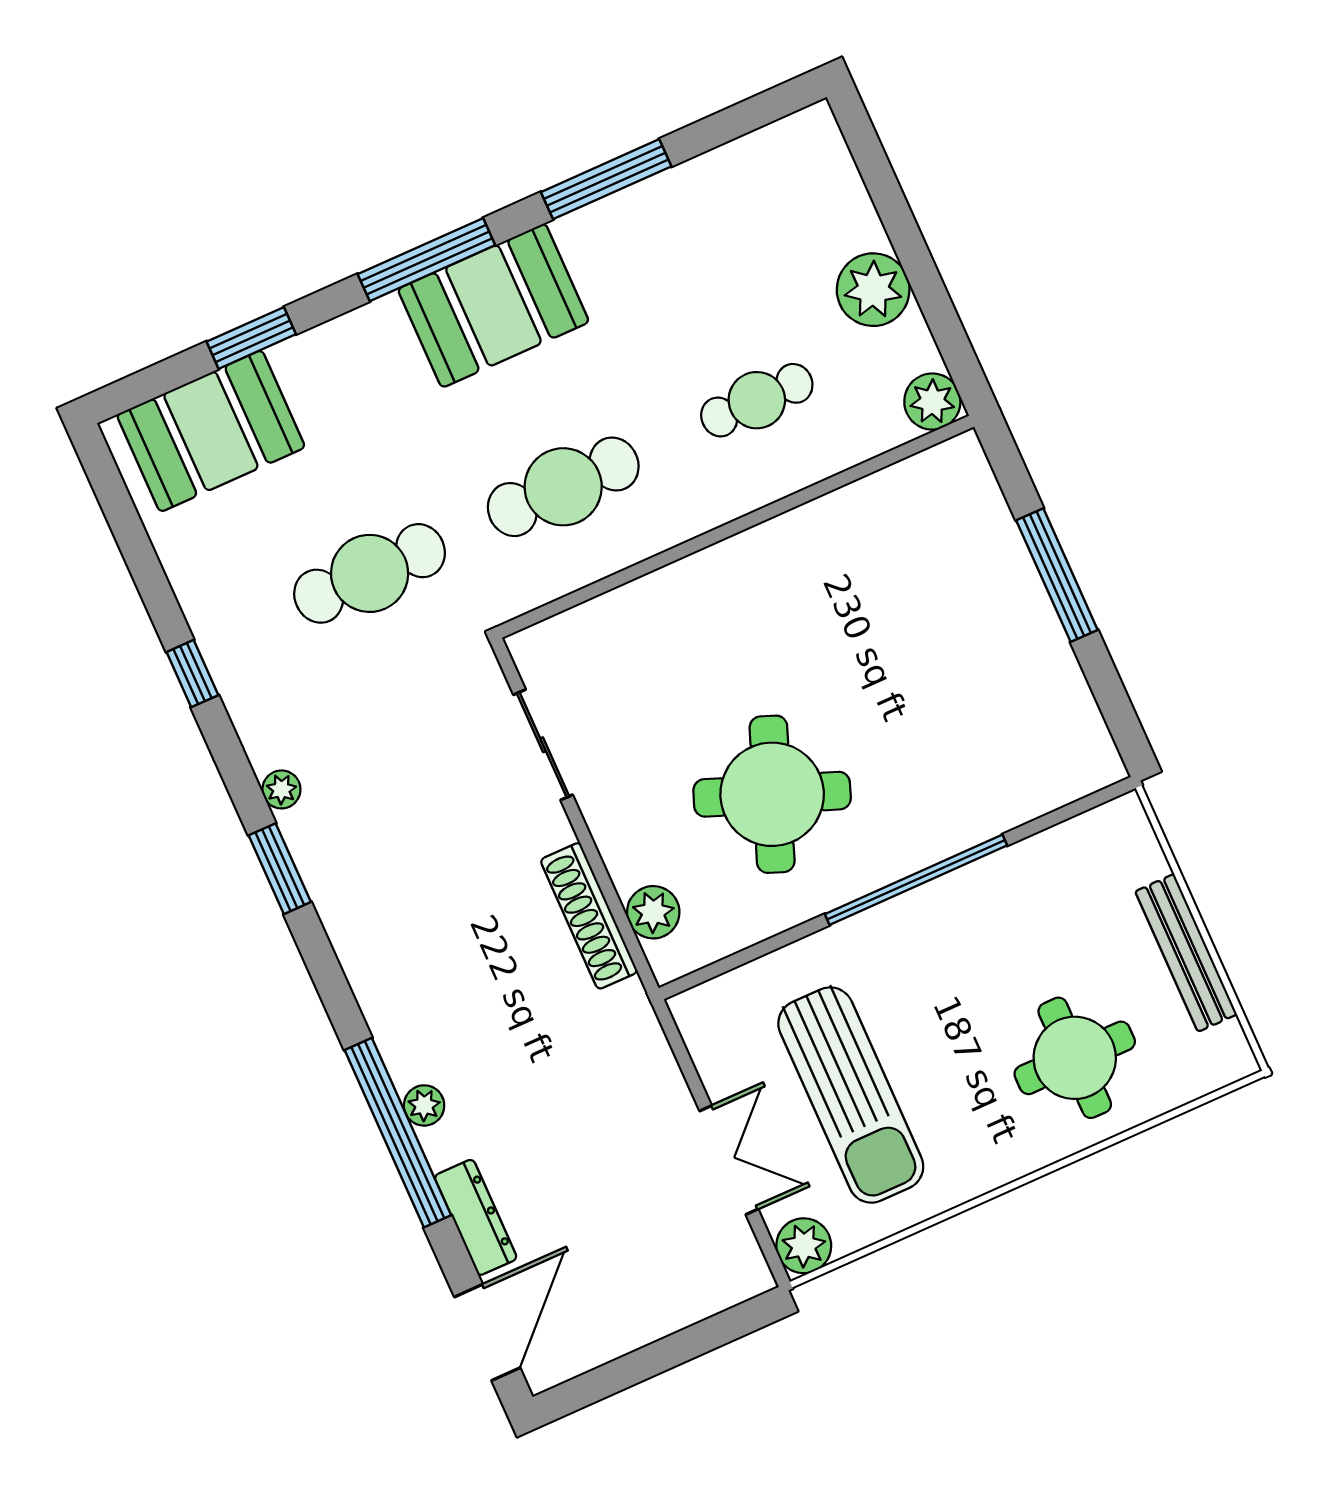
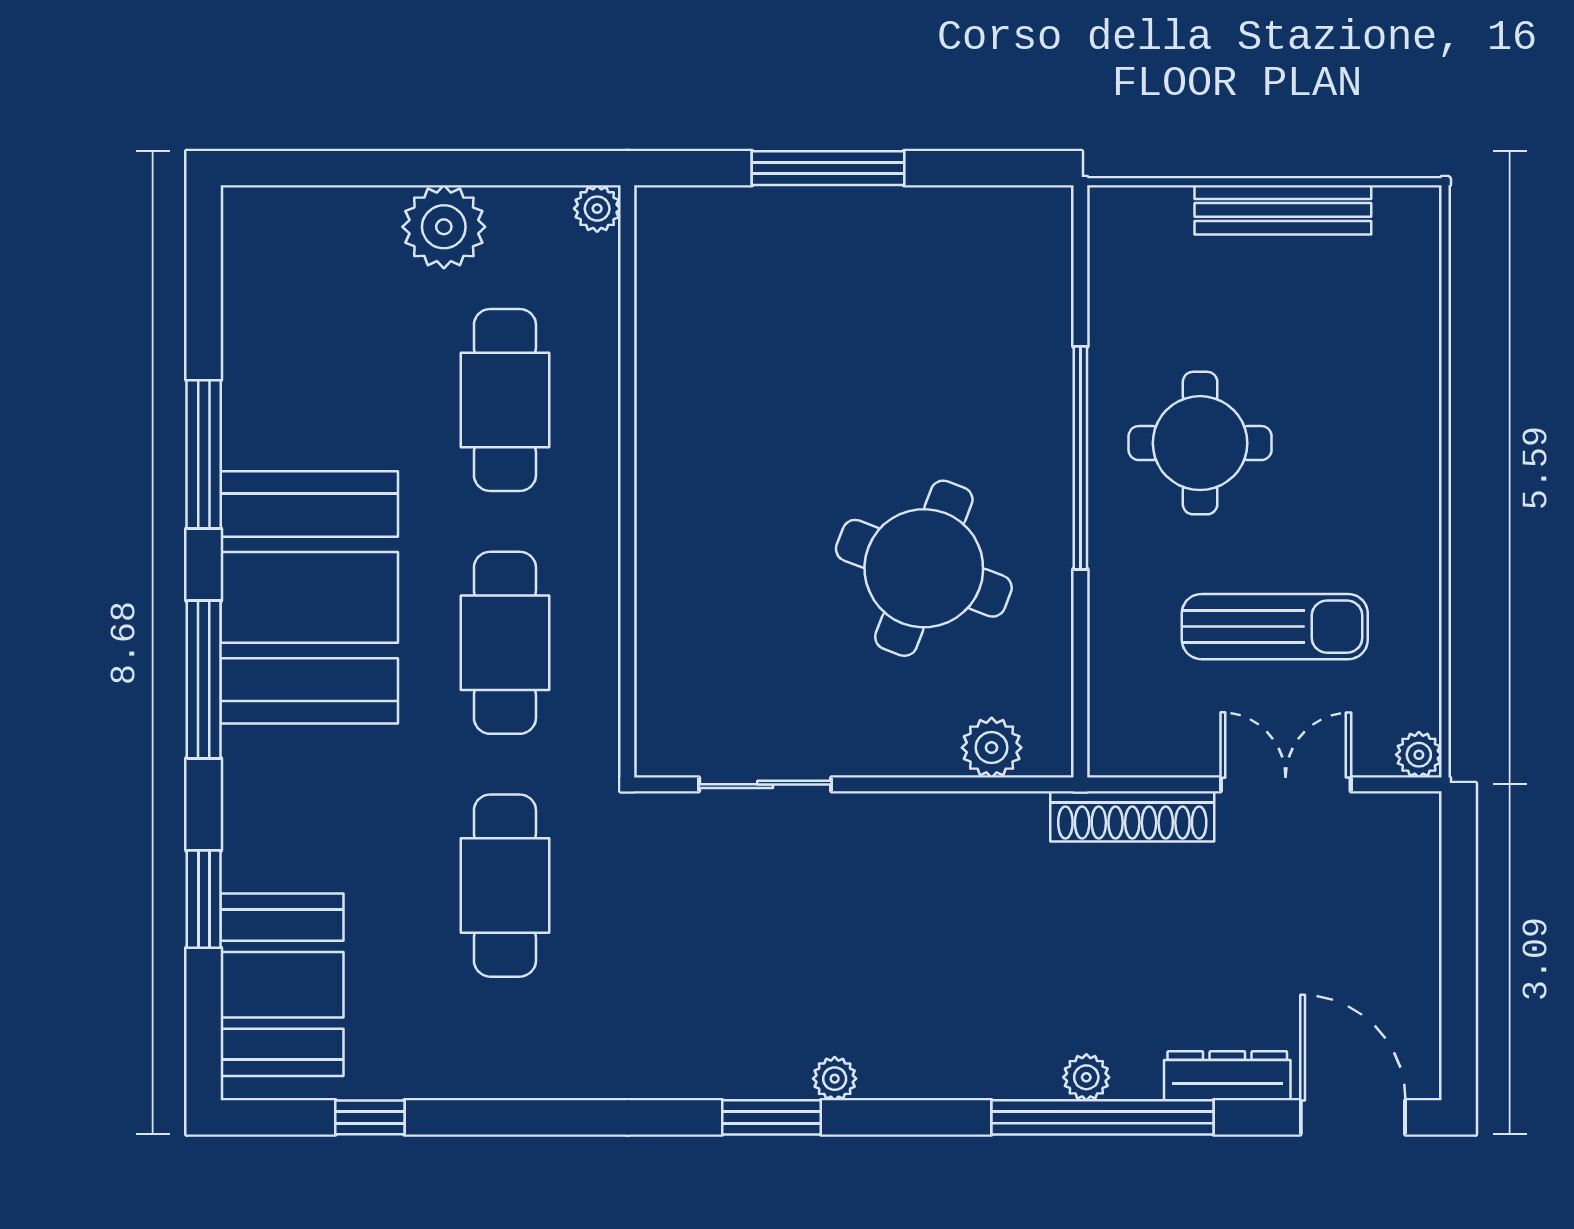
booth: (493, 305) -> (309, 597), width x1.36, depth x1.42
cafe table: (757, 400) -> (505, 400), width x1.37, depth x1.35
plant: (932, 402) -> (597, 209), width x0.73, depth x0.73
window: (192, 674) -> (370, 1117), moved
plant: (281, 789) -> (835, 1079), moved
shoe rack: (589, 916) -> (1132, 816), moved
round table: (1075, 1058) -> (1200, 443), moved
sun lounger: (851, 1095) -> (1275, 627), width x0.73, depth x0.75
plant: (804, 1246) -> (1419, 755), width x0.73, depth x0.73

